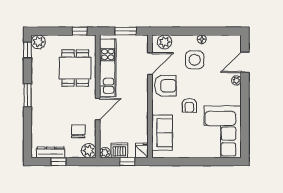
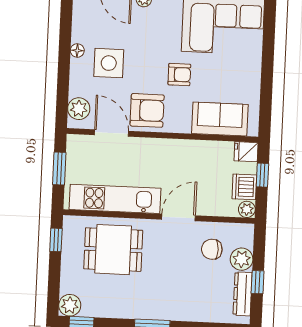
armchair: (165, 86) -> (147, 110), turned 90
door: (98, 109) -> (178, 217), hinge flipped
plant: (89, 151) -> (242, 259), moved

